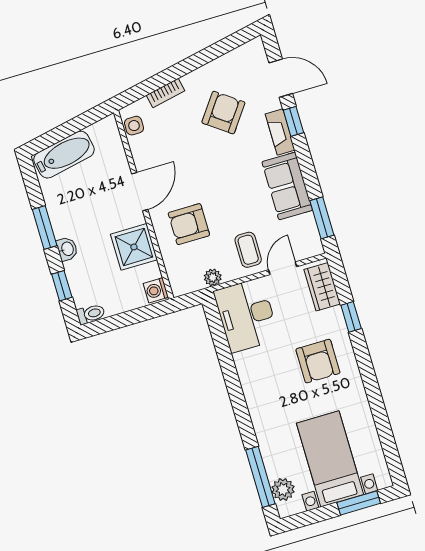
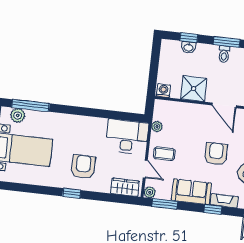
window: (293, 121) -> (213, 209), moved
armchair: (189, 224) -> (216, 154), moved
plant: (314, 247) -> (150, 192), added
washbasin: (67, 249) -> (188, 47), moved
toilet: (91, 314) -> (224, 54), moved
window: (351, 317) -> (72, 193), moved
armchair: (318, 361) -> (83, 167), turned 90

